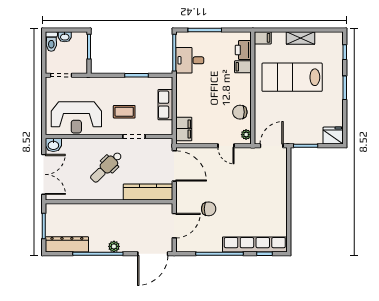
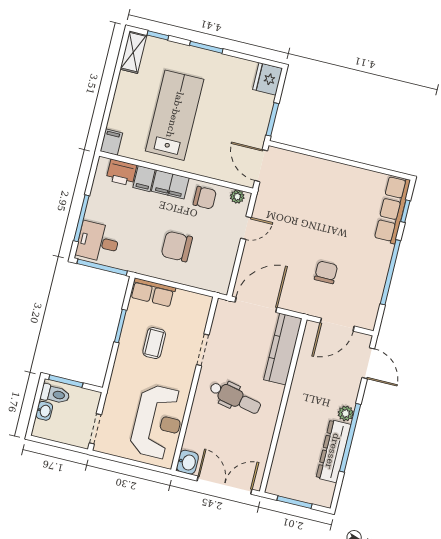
shelving: (301, 38) -> (133, 52), moved
toilet: (51, 41) -> (55, 394), moved
desk: (190, 60) -> (98, 242), moved, turned 90
lab bench: (292, 77) -> (175, 115), turned 180
chair: (201, 101) -> (177, 246), added
row of seats: (165, 105) -> (153, 292), moved
coffee table: (124, 112) -> (154, 343), moved
chair: (240, 112) -> (205, 198), turned -90
filing cabinet: (184, 129) -> (170, 184), moved, turned 180
dental chair: (106, 167) -> (235, 398), turned -34
door: (174, 226) -> (337, 325), swing flipped
dresser: (67, 244) -> (333, 451), moved
row of seats: (255, 244) -> (392, 210), width x0.73
door: (153, 254) -> (368, 363), width x0.73

